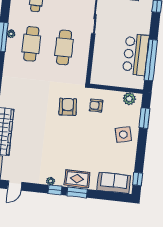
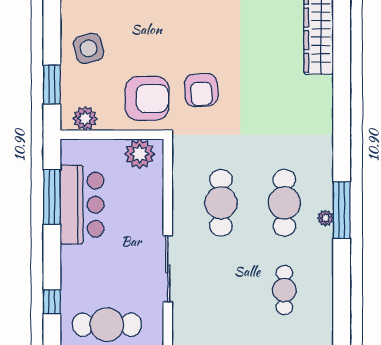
window: (151, 60) -> (52, 197), width x0.68
plant: (103, 77) -> (140, 154), added
armchair: (96, 105) -> (147, 98), width x1.88, depth x1.88

